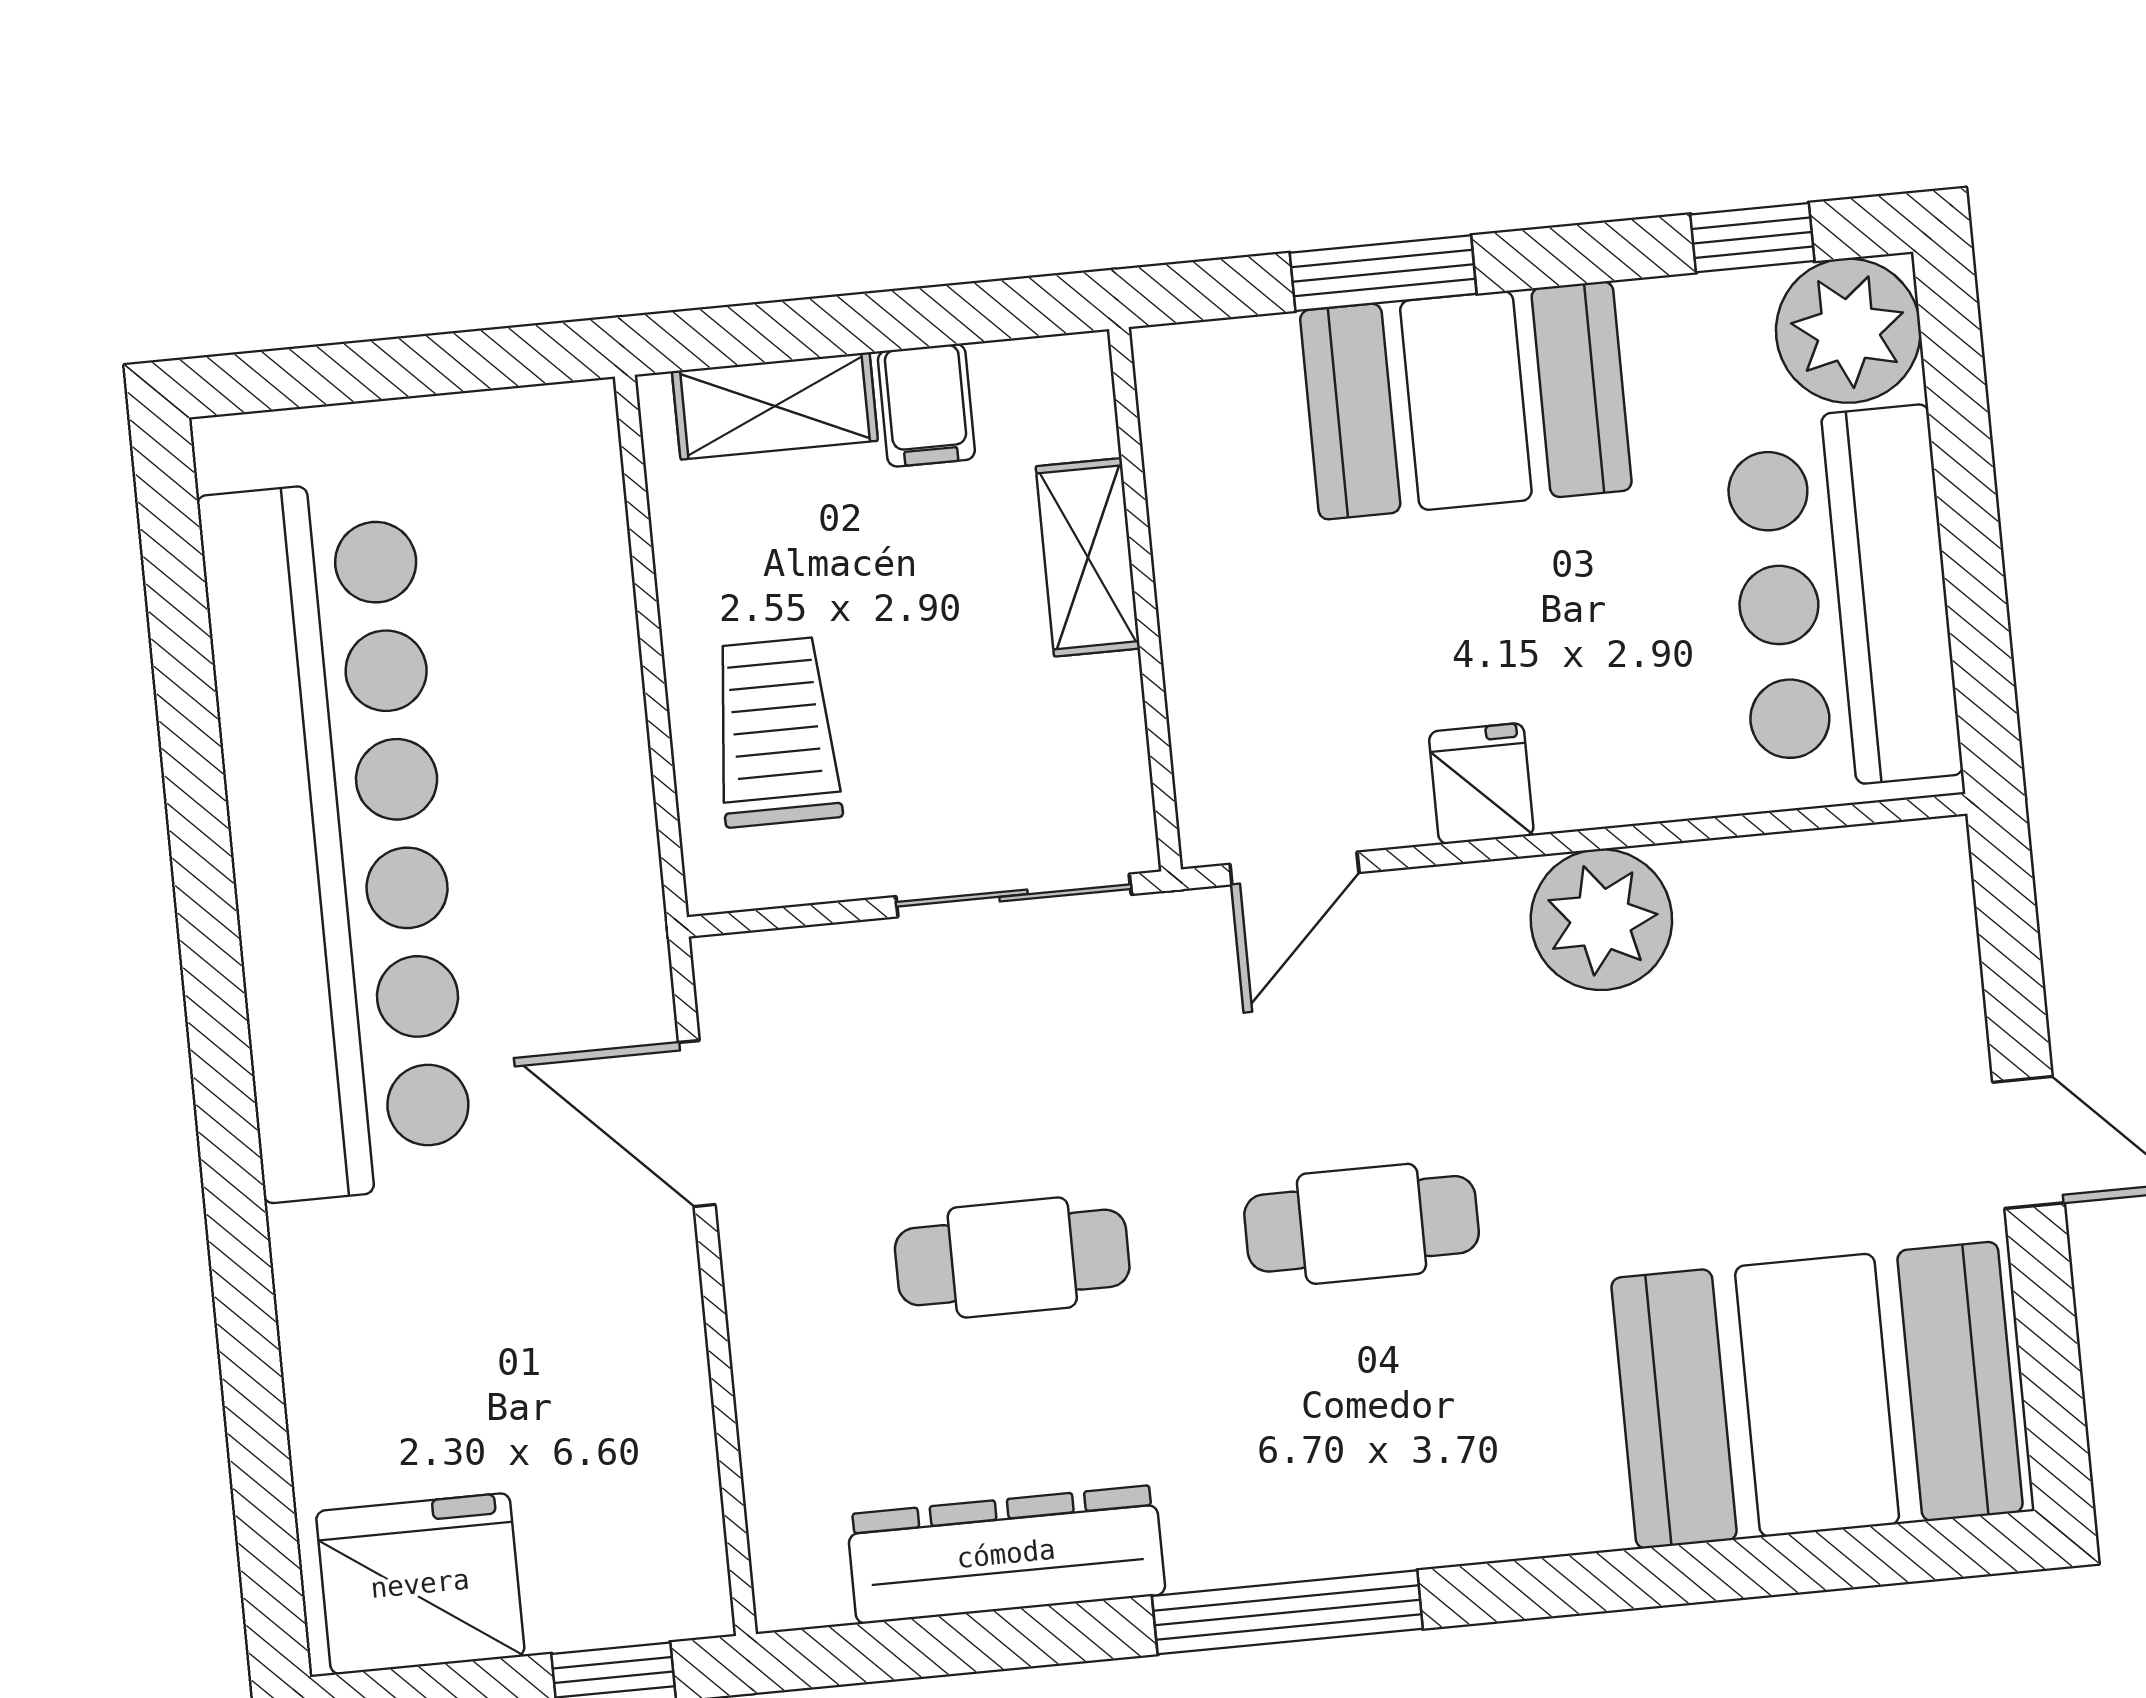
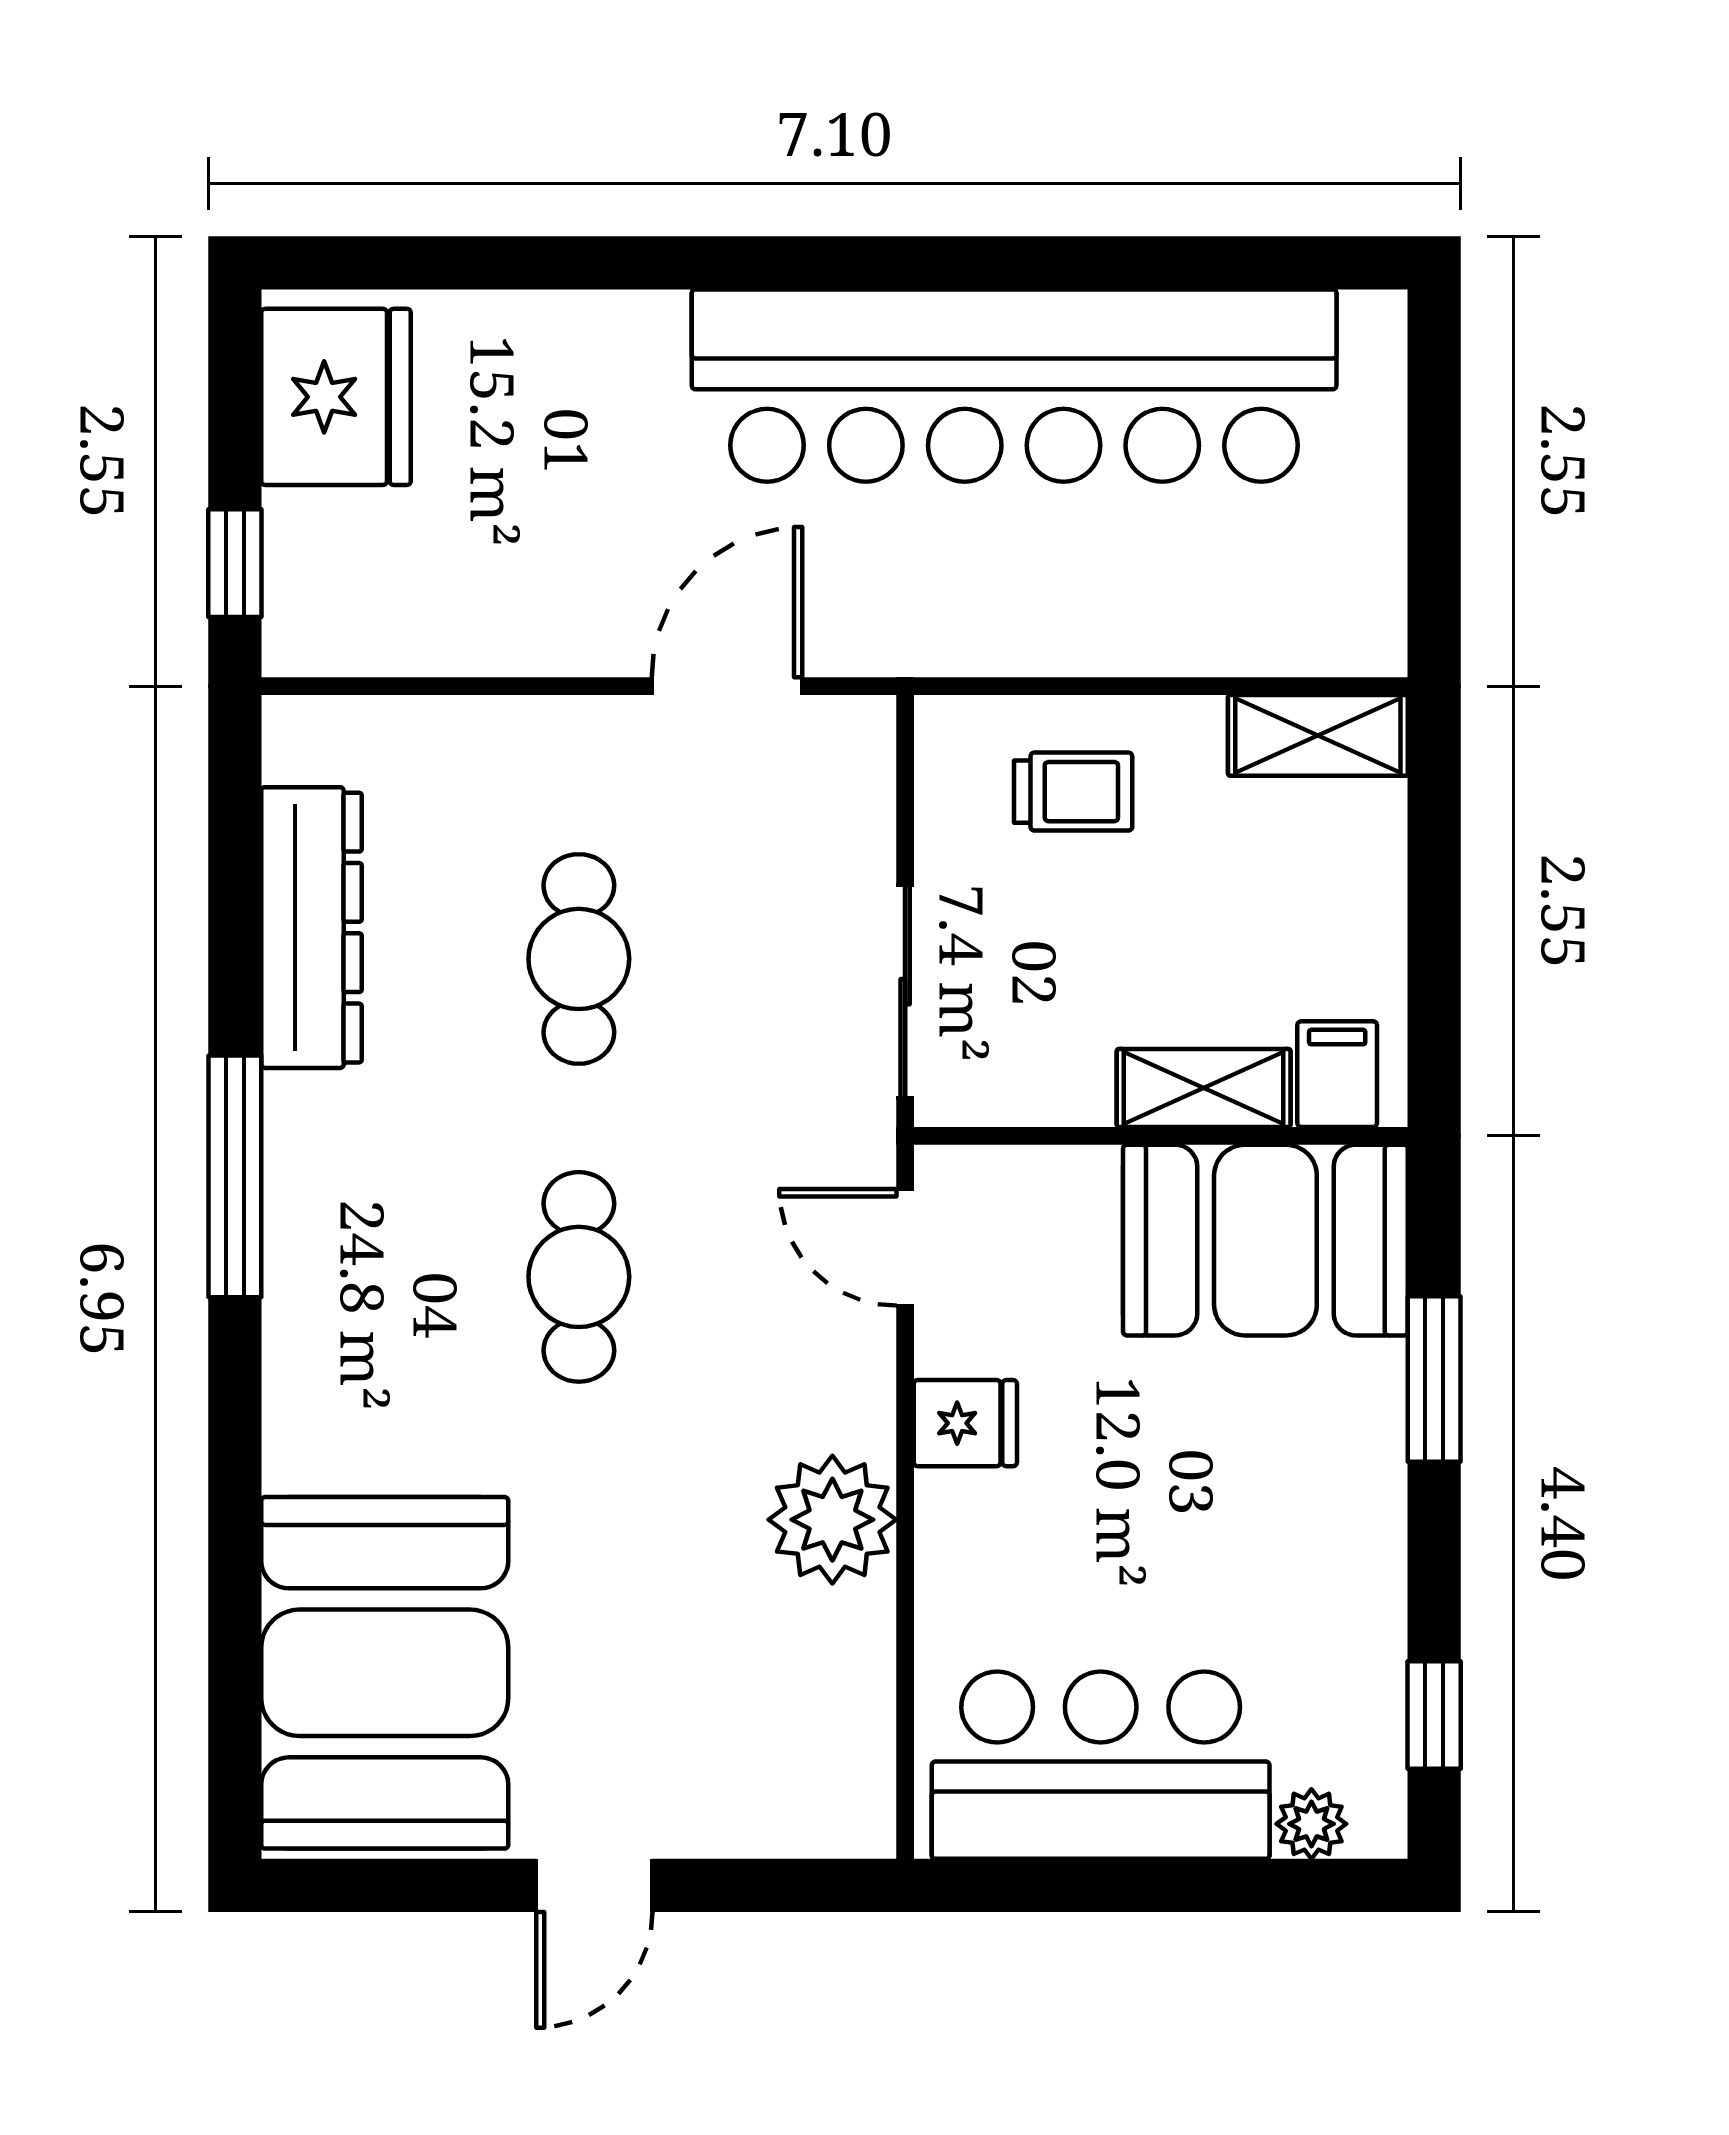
plant: (1848, 331) -> (1311, 1824), width x0.53, depth x0.53
booth: (1466, 400) -> (1265, 1240), moved, turned 90
filing cabinet: (926, 405) -> (1337, 1074), moved, turned 90
shelving: (775, 406) -> (1318, 735), moved, turned 90
trolley: (776, 732) -> (1073, 792), width x0.73, depth x0.72

